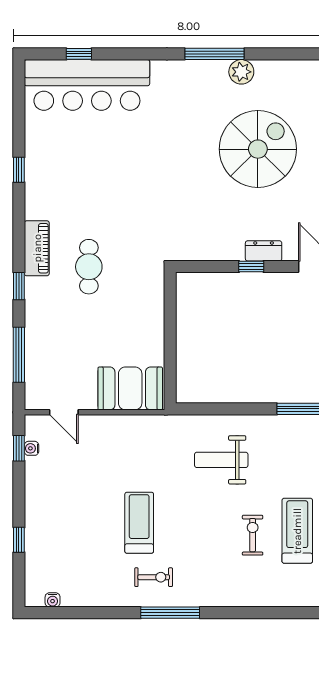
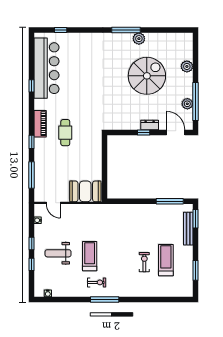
bar counter: (87, 85) -> (47, 68), moved, turned -90
window: (19, 448) -> (32, 244), moved
weight bench: (221, 460) -> (58, 253), moved

